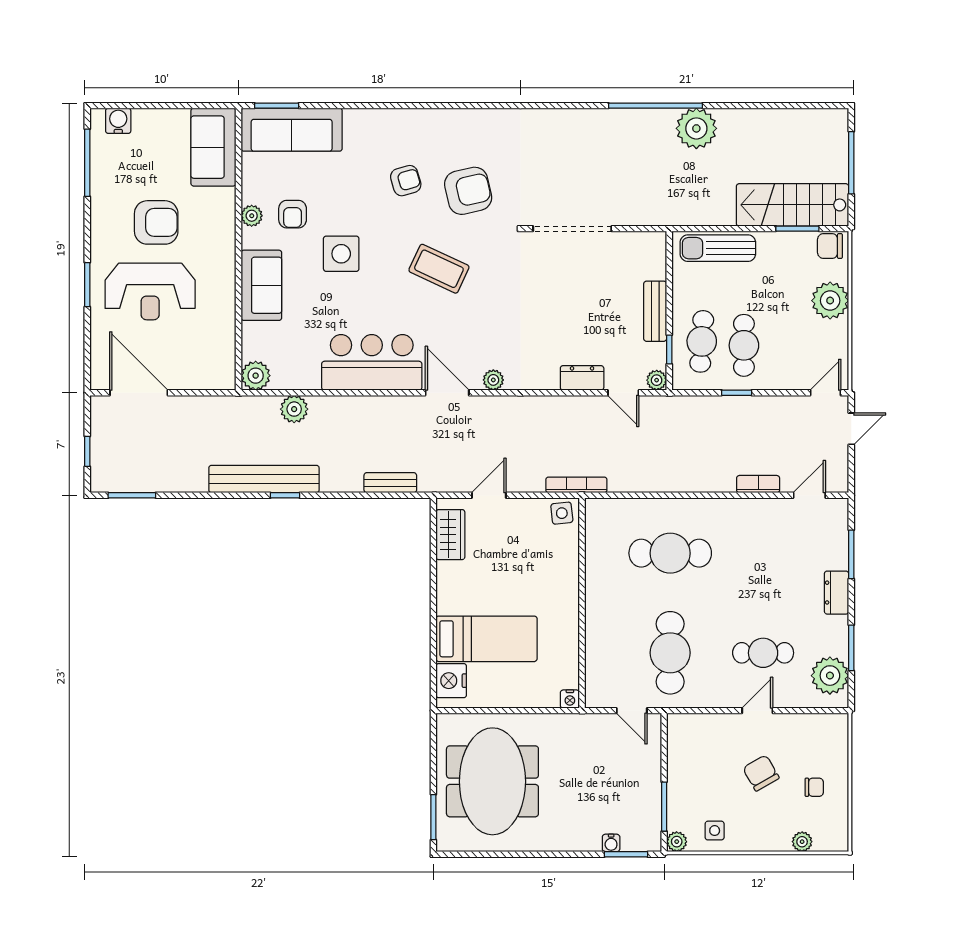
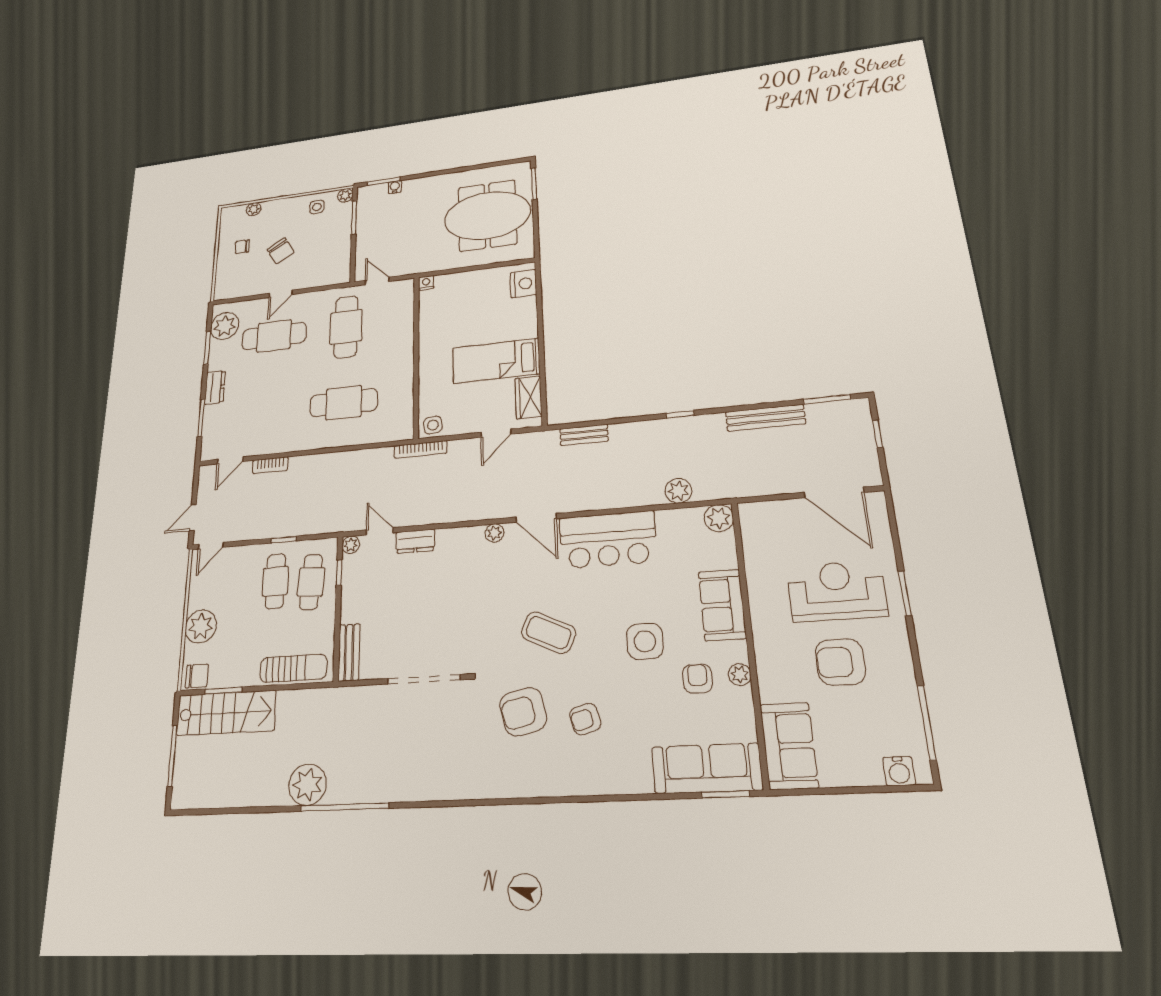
bench: (655, 311) -> (349, 652), moved
bench: (264, 479) -> (765, 418), moved, width x0.73, depth x0.82
bed: (486, 639) -> (496, 361), moved
cafe table: (763, 653) -> (274, 336), width x1.37, depth x1.35
meeting table: (492, 781) -> (487, 216), turned 90

